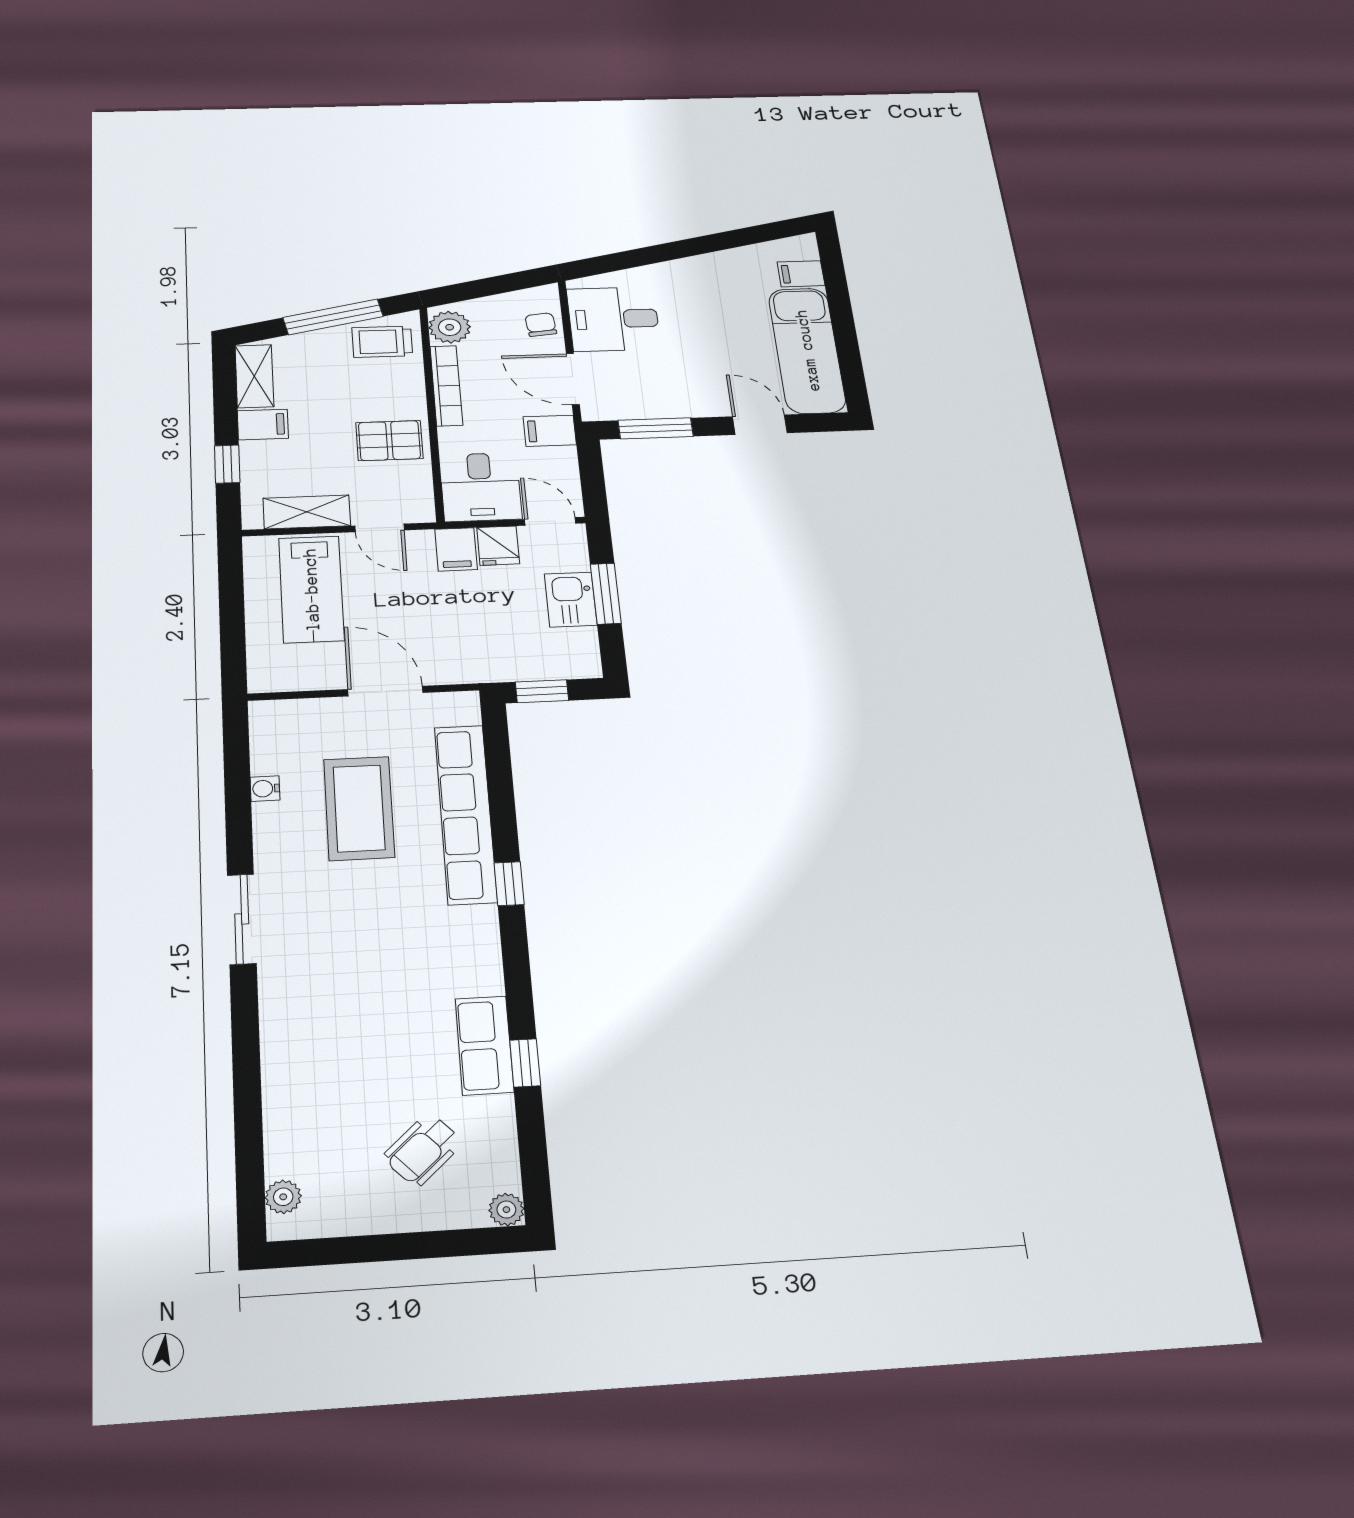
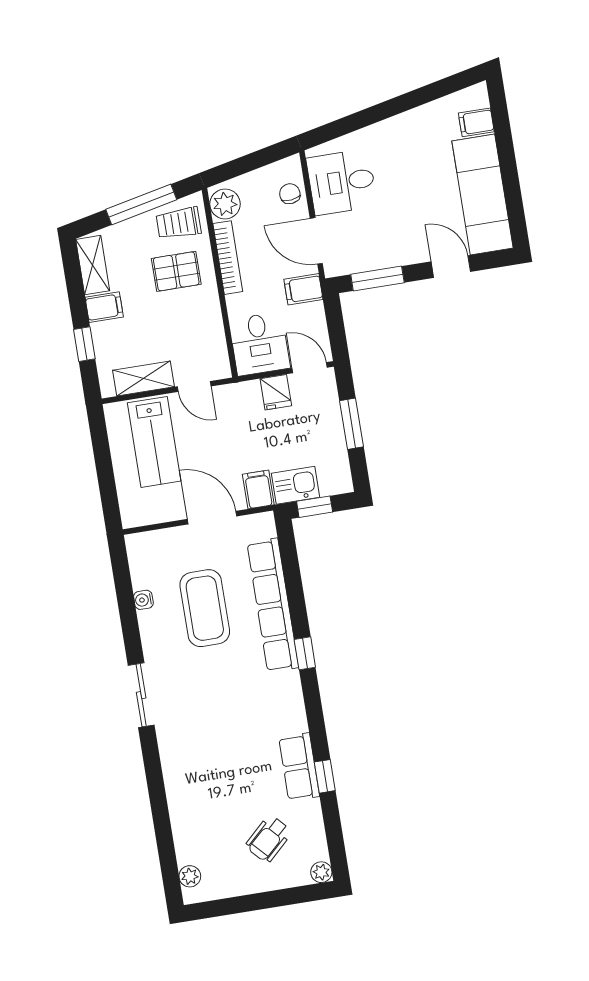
pallet: (389, 441) -> (176, 271), moved
filing cabinet: (456, 549) -> (258, 489), moved, turned 180
kitchen sink: (571, 600) -> (296, 485), moved, turned 90

